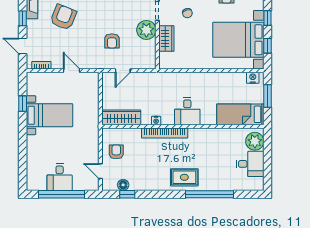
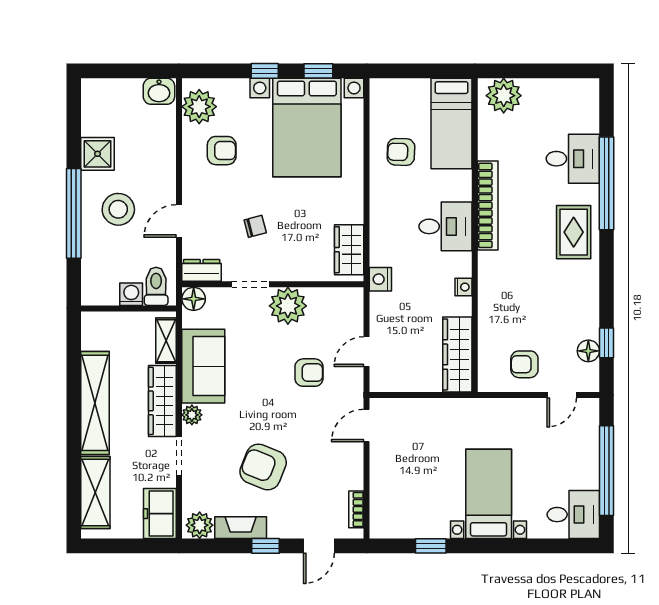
wardrobe: (166, 39) -> (349, 250), moved, turned -90
door: (72, 71) -> (367, 426), moved
door: (123, 71) -> (367, 352), swing flipped
nightstand: (253, 78) -> (380, 279), moved
armchair: (226, 88) -> (401, 152), added
window: (268, 96) -> (416, 71), removed
bed with nightstands: (49, 115) -> (489, 494), moved
bookcase: (165, 133) -> (488, 205), moved
desk: (250, 164) -> (573, 159), moved, turned 90
desk: (60, 177) -> (573, 515), moved

